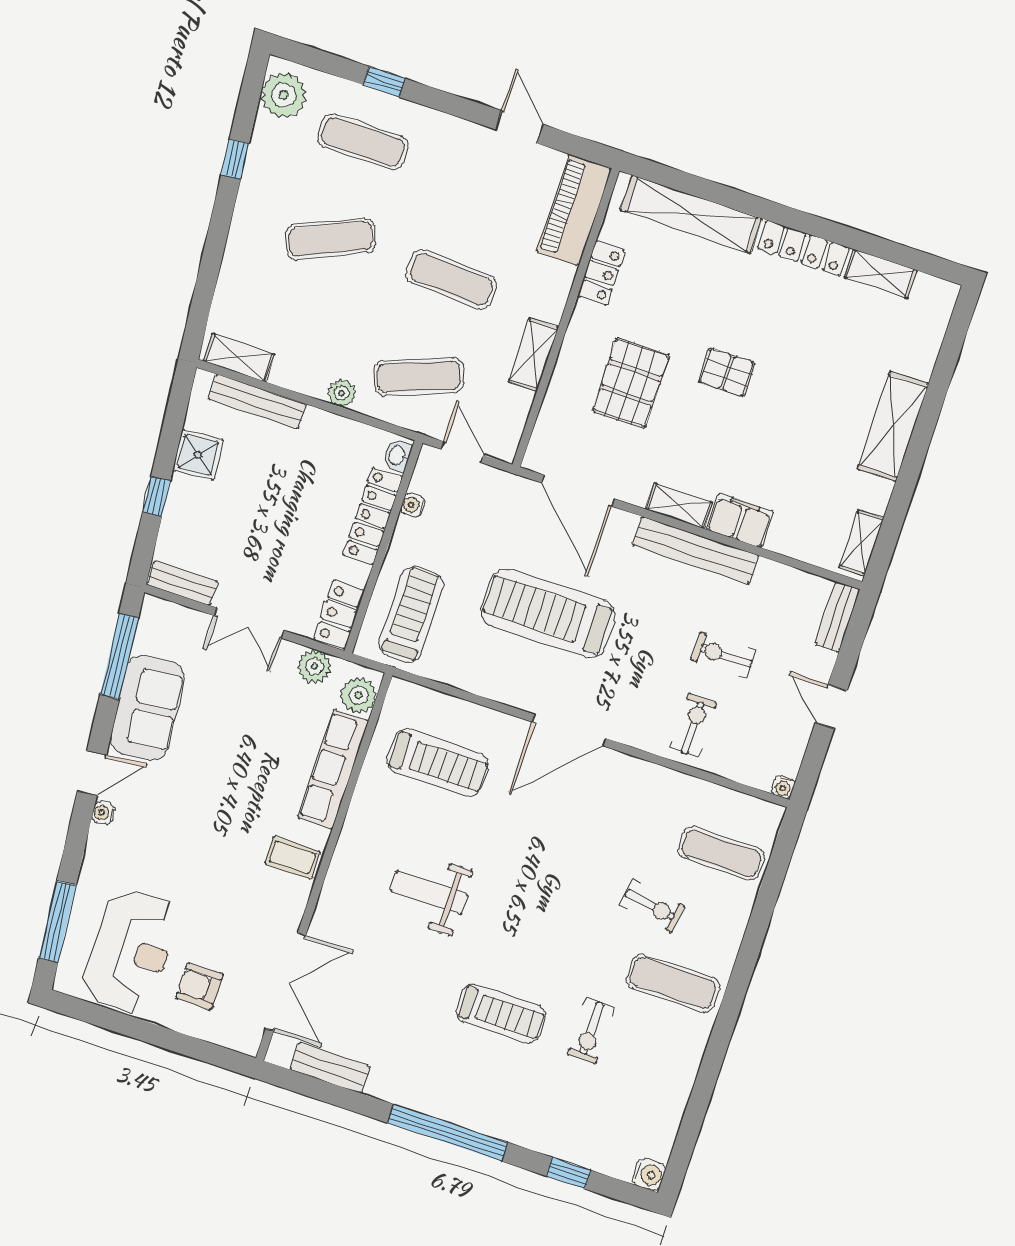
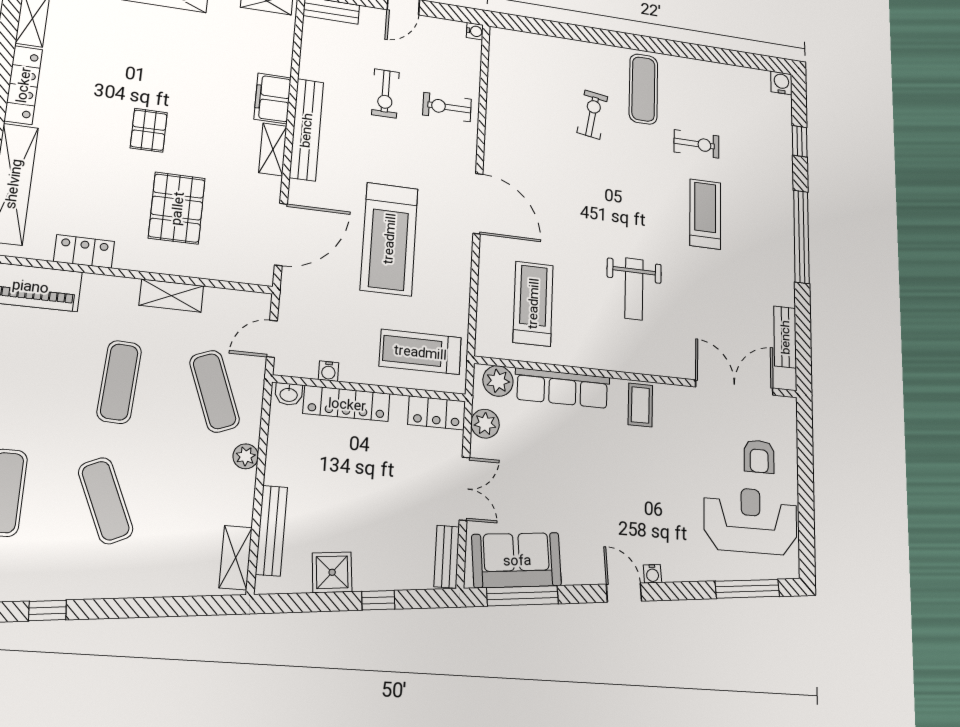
pallet: (631, 383) -> (177, 208), turned 90
sofa: (147, 708) -> (517, 560), moved
exercise mat: (721, 853) -> (538, 69), removed

